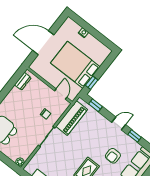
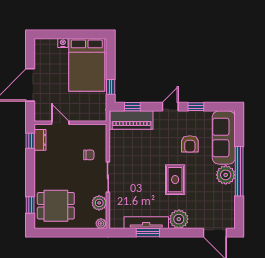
bed: (75, 65) -> (87, 65), moved, turned -90
window: (16, 77) -> (30, 141), added
door: (61, 94) -> (60, 123), moved
piano: (72, 118) -> (132, 120), moved, turned 90
plant: (29, 148) -> (99, 203), added

